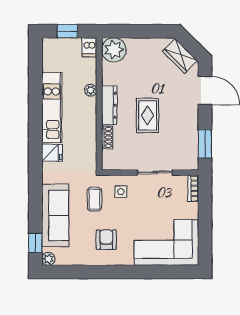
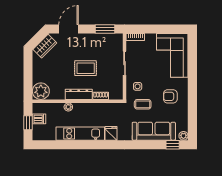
dishwasher: (89, 47) -> (39, 119), moved

